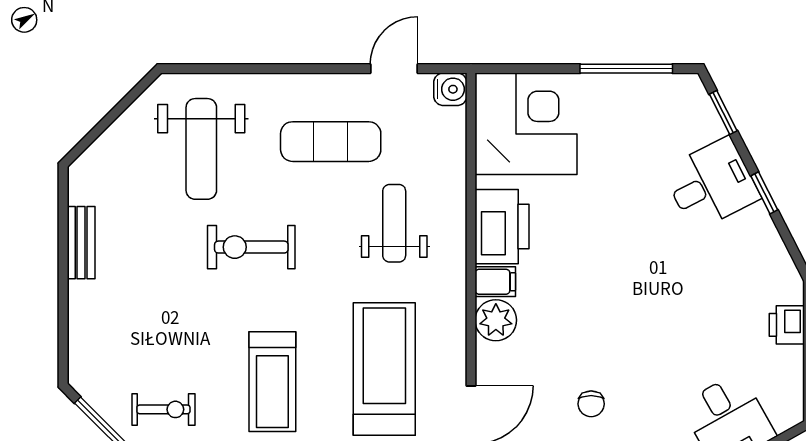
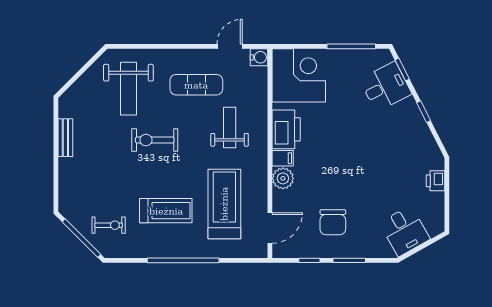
desk: (711, 184) -> (386, 87), moved
treadmill: (272, 382) -> (166, 211), turned -90
chair: (591, 404) -> (333, 222), width x1.87, depth x1.87

